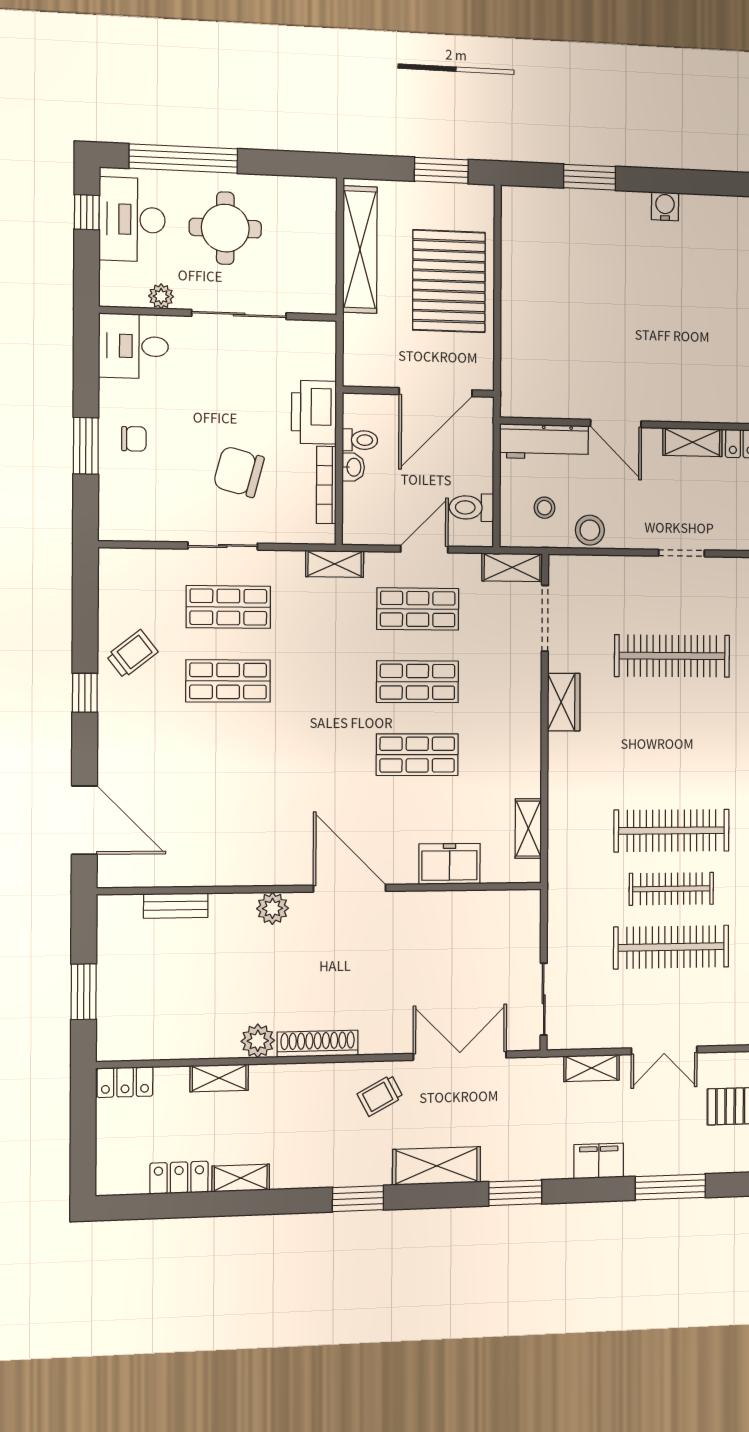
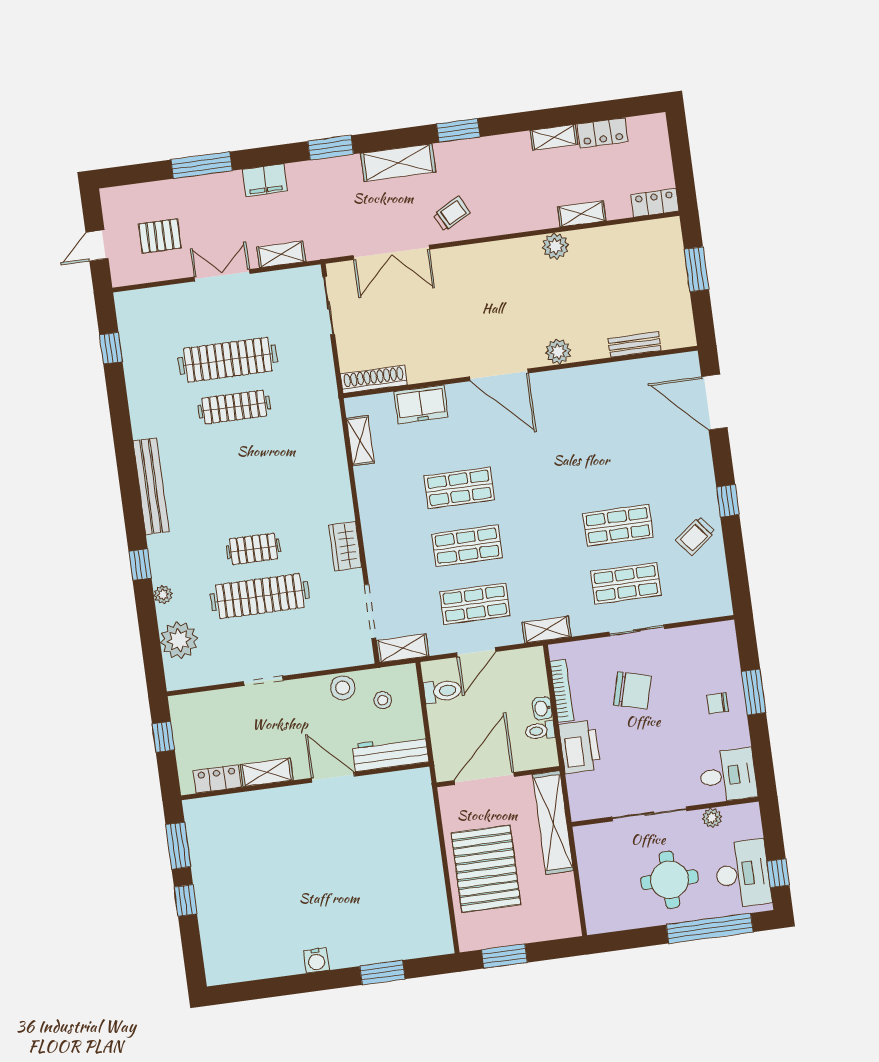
shelving: (360, 250) -> (553, 823), moved
clothes rail: (672, 831) -> (253, 549), moved, width x0.54, depth x0.76
shoe rack: (318, 1044) -> (374, 379), moved, turned 180

